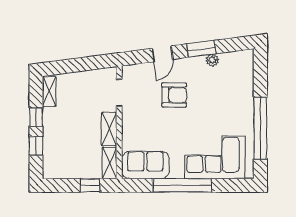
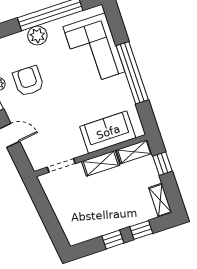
shelving: (49, 91) -> (160, 200), moved, turned 90
armchair: (174, 95) -> (28, 81), moved
plant: (245, 110) -> (37, 36), added
sofa: (145, 165) -> (108, 132), moved, turned 90

